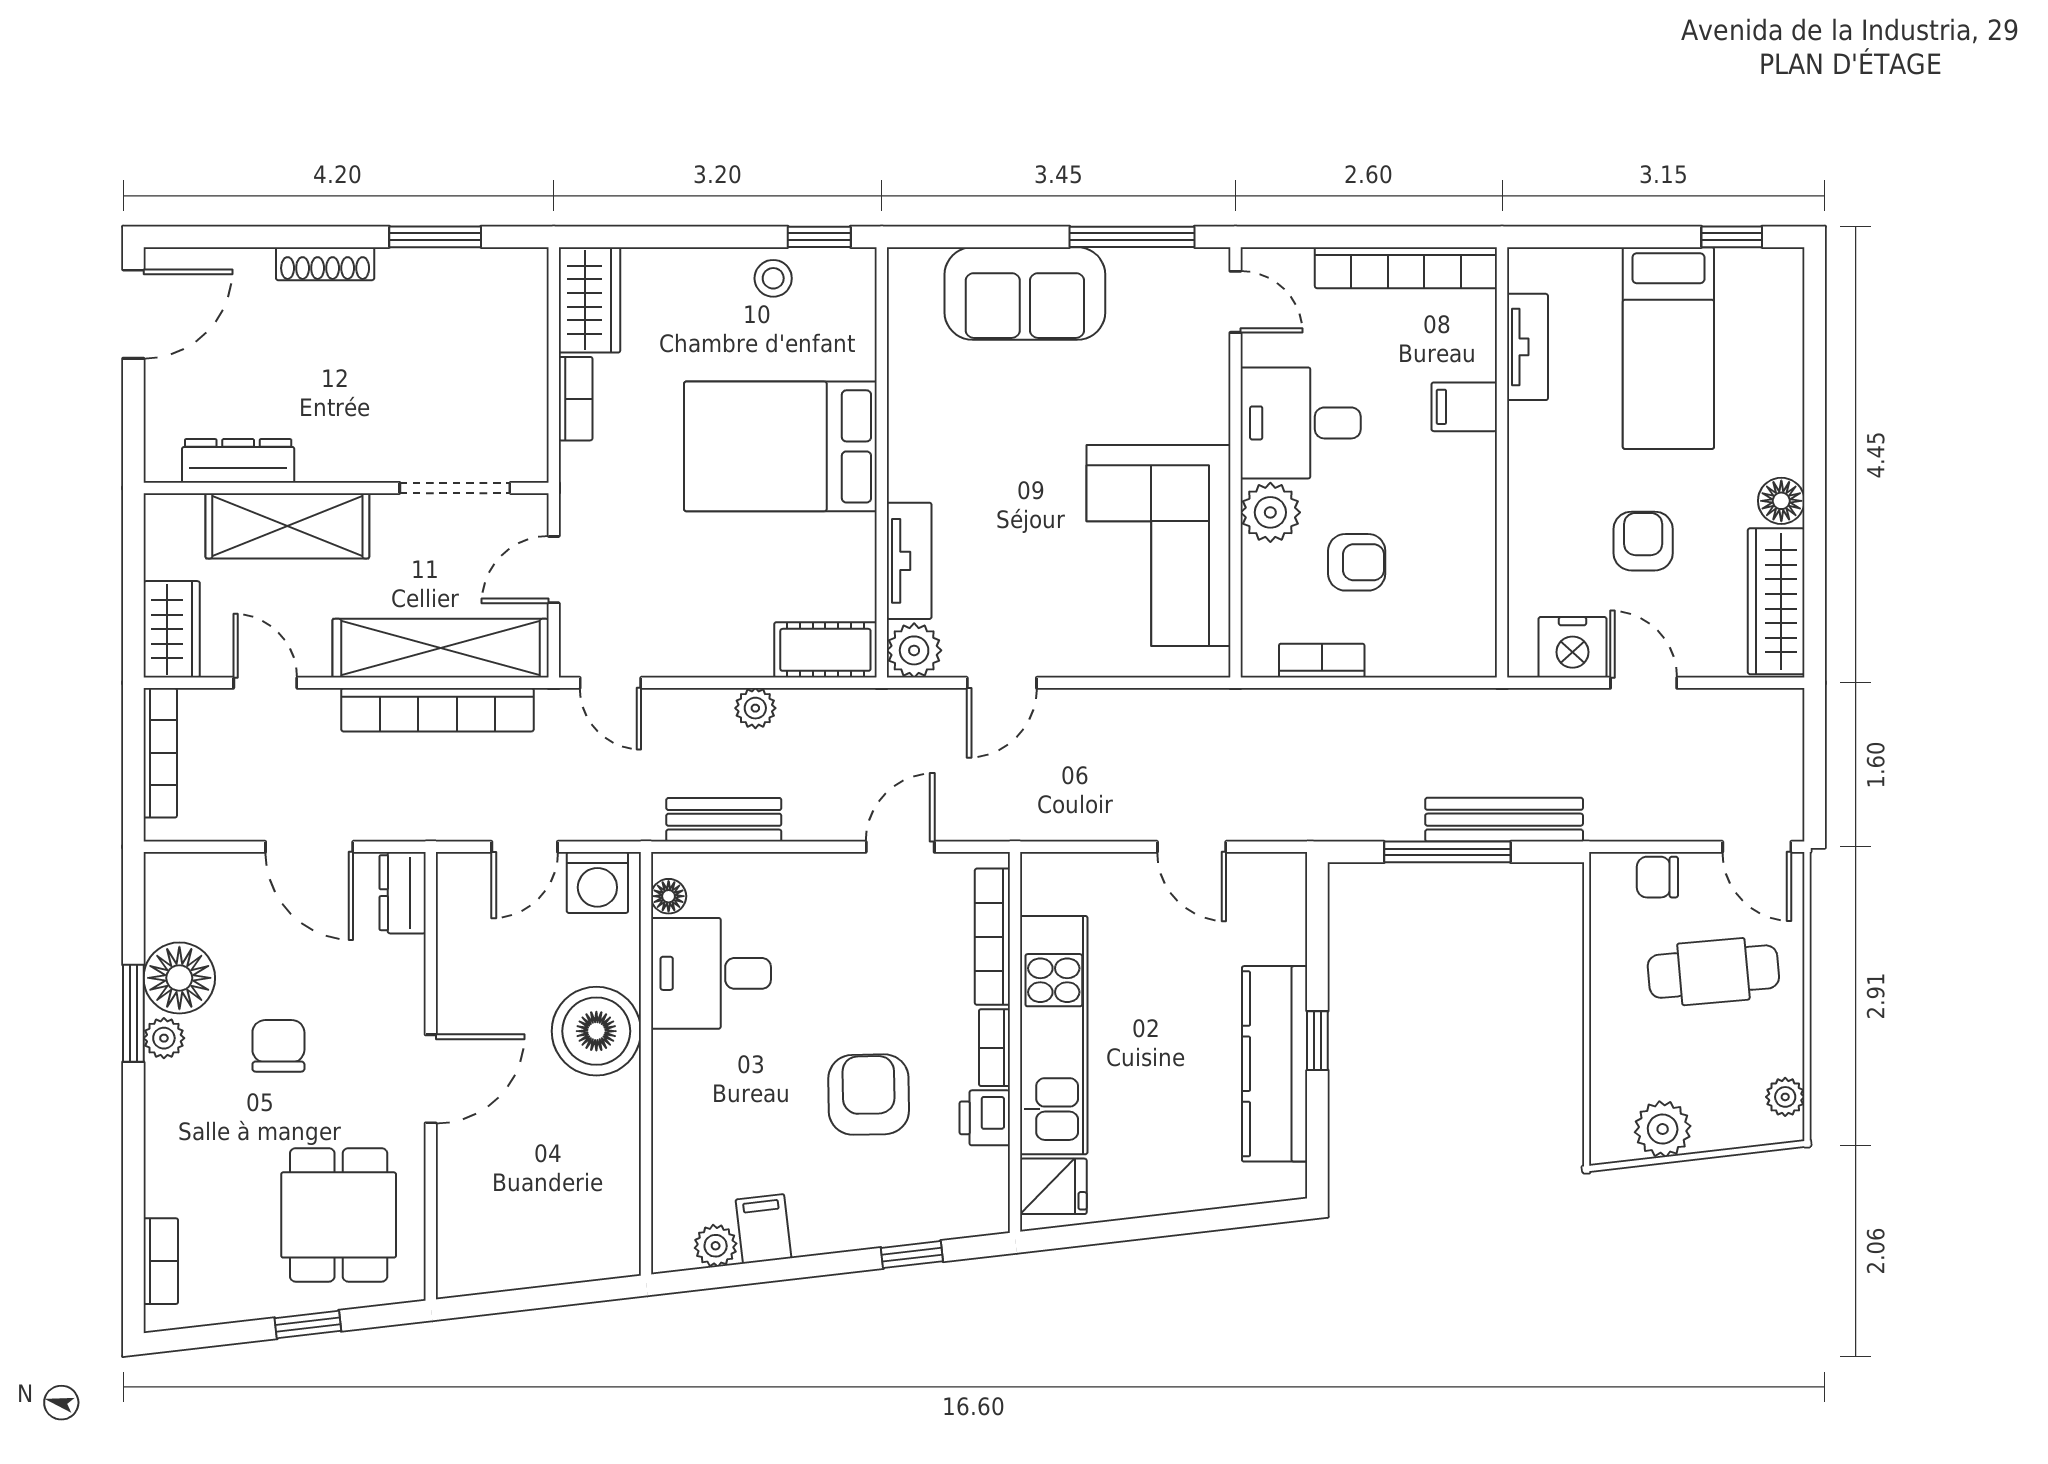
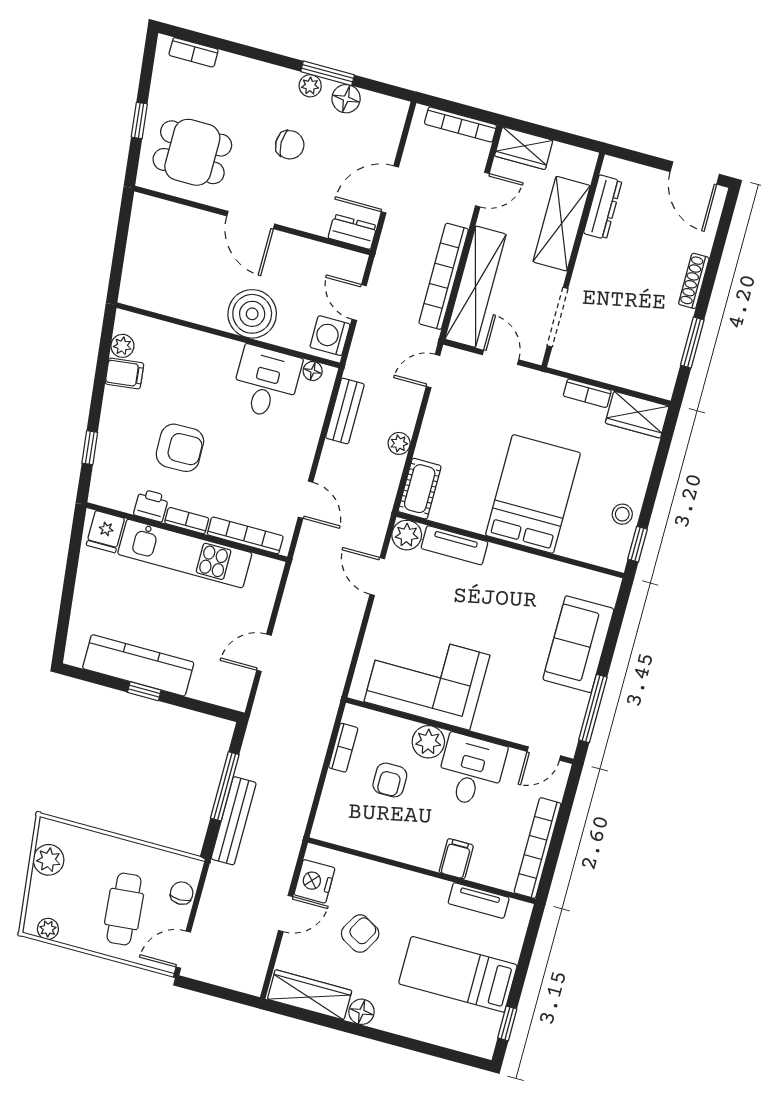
armchair: (1643, 541) -> (360, 934), turned -60
floor lamp: (179, 978) -> (346, 99), width x0.73, depth x0.73

